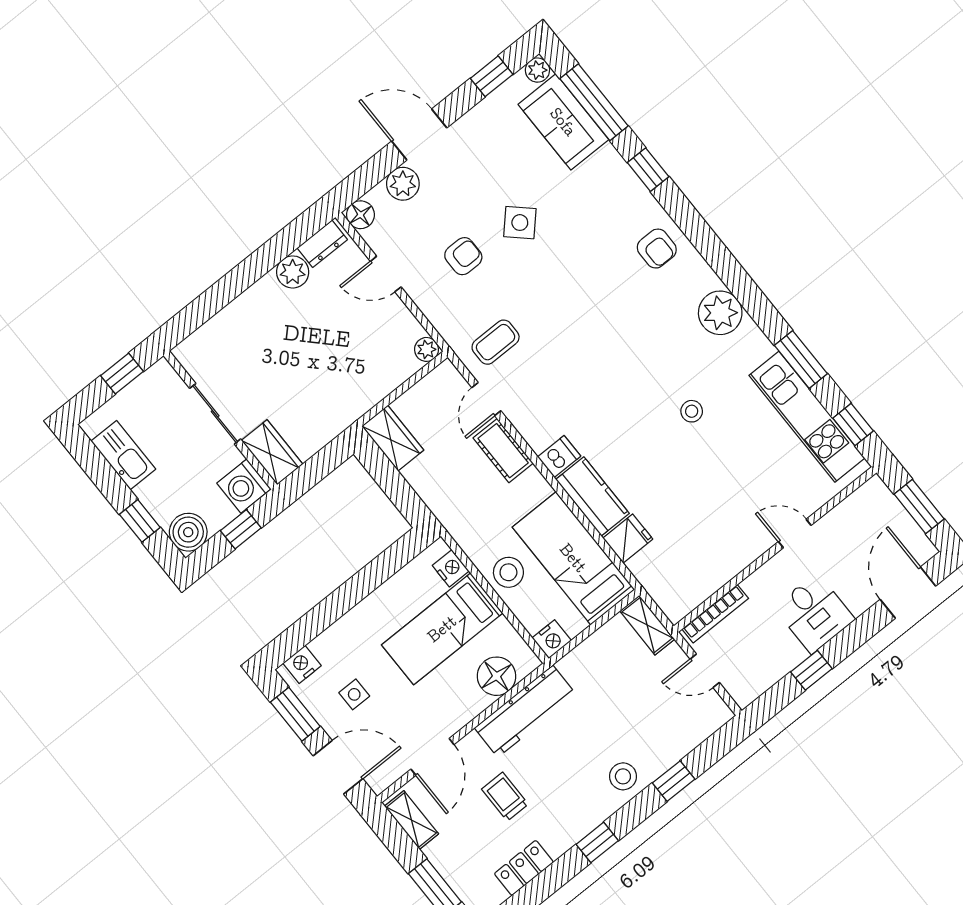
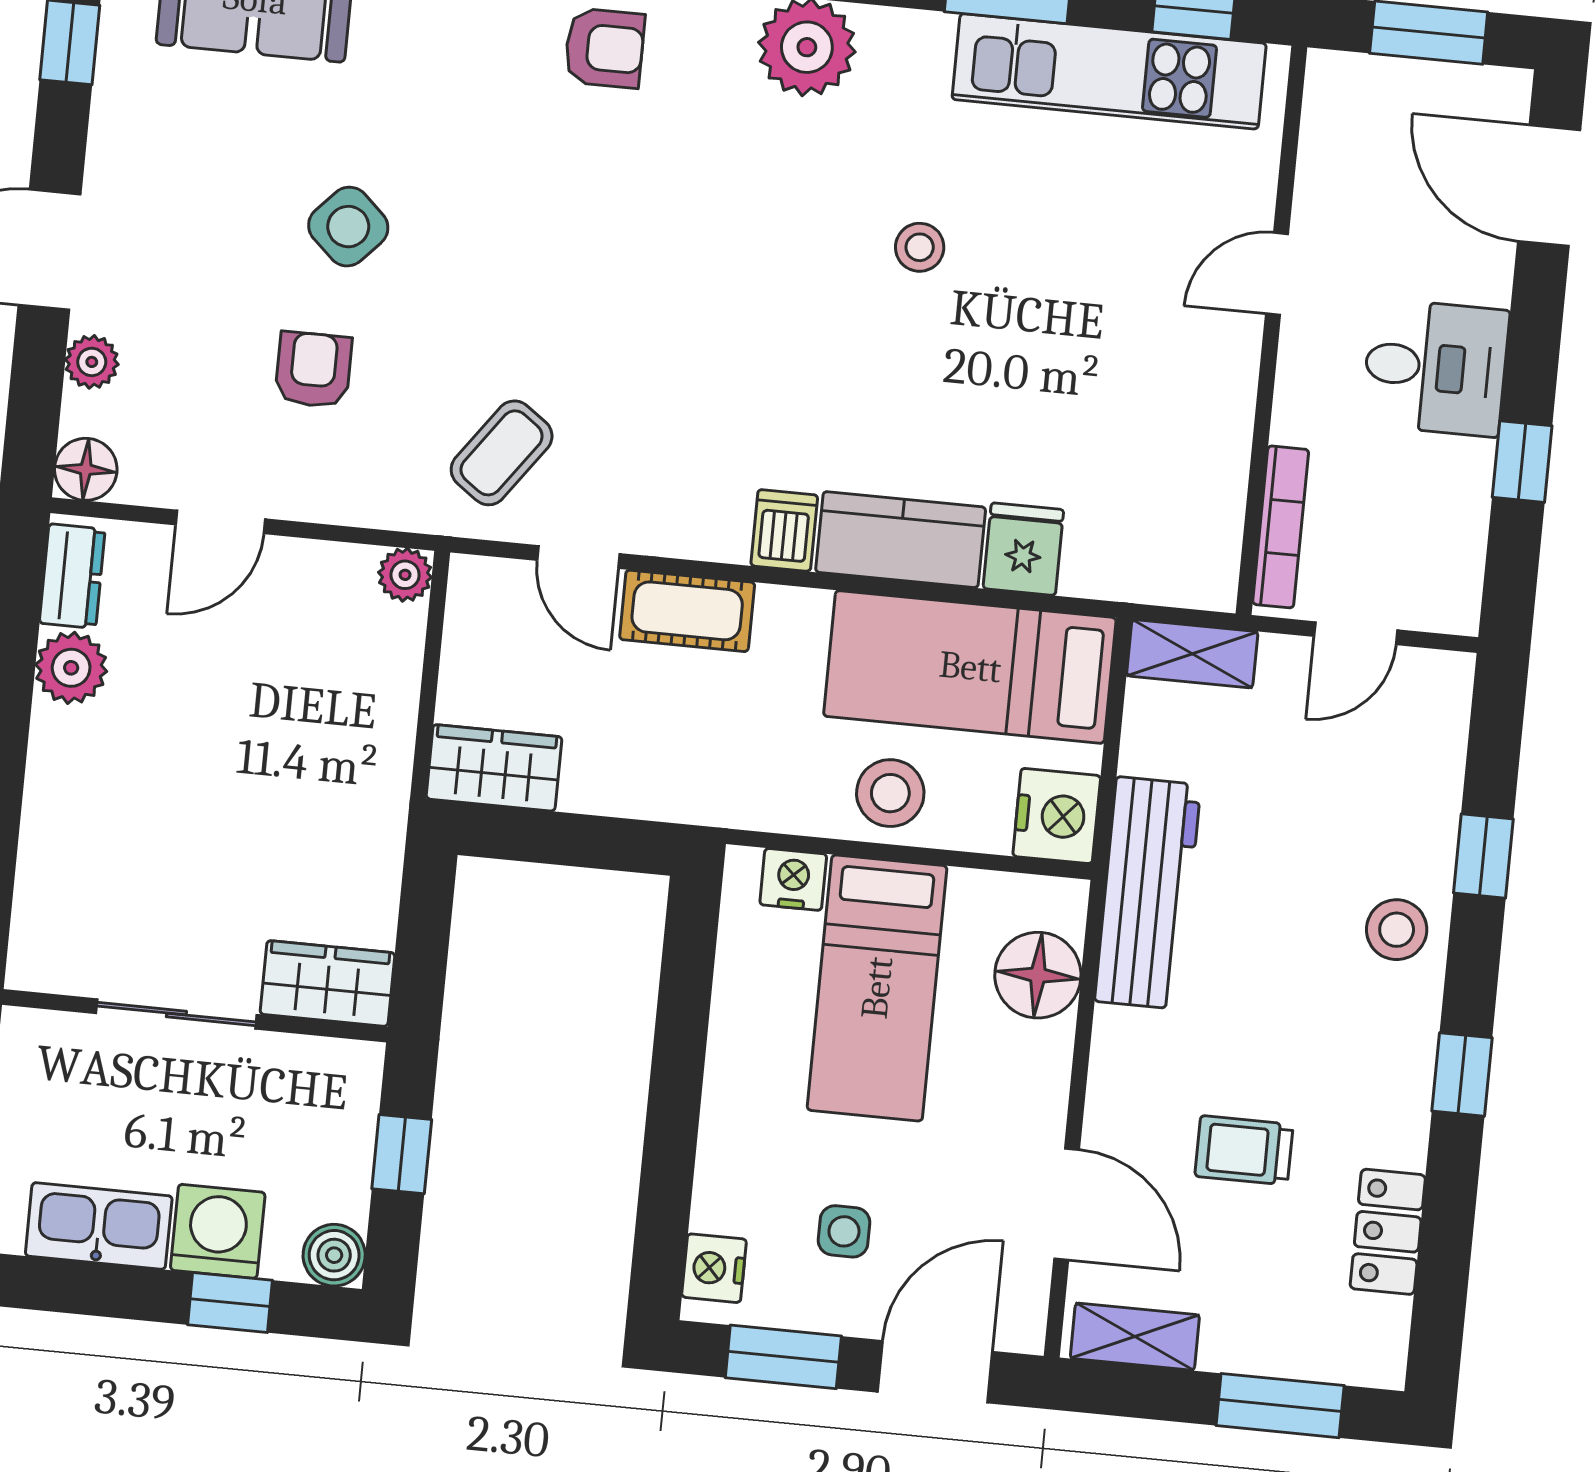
plant: (403, 184) -> (92, 362), width x0.73, depth x0.73
coffee table: (496, 342) -> (502, 453), turned 36
washing machine: (244, 486) -> (218, 1231), moved, turned 180
boiler: (188, 532) -> (334, 1255), width x0.73, depth x0.73
nightstand: (552, 639) -> (1057, 816), width x1.36, depth x1.33
workbench: (525, 711) -> (1148, 893), moved

